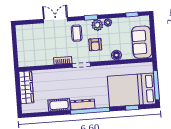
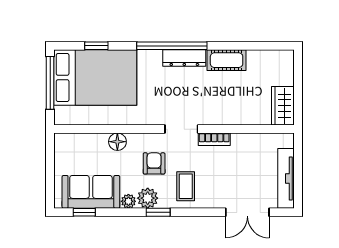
double door: (56, 20) -> (247, 212), moved
tv unit: (21, 42) -> (286, 178), added
sofa: (142, 42) -> (91, 192), moved, turned -90
wardrobe: (26, 87) -> (283, 106), width x0.67

